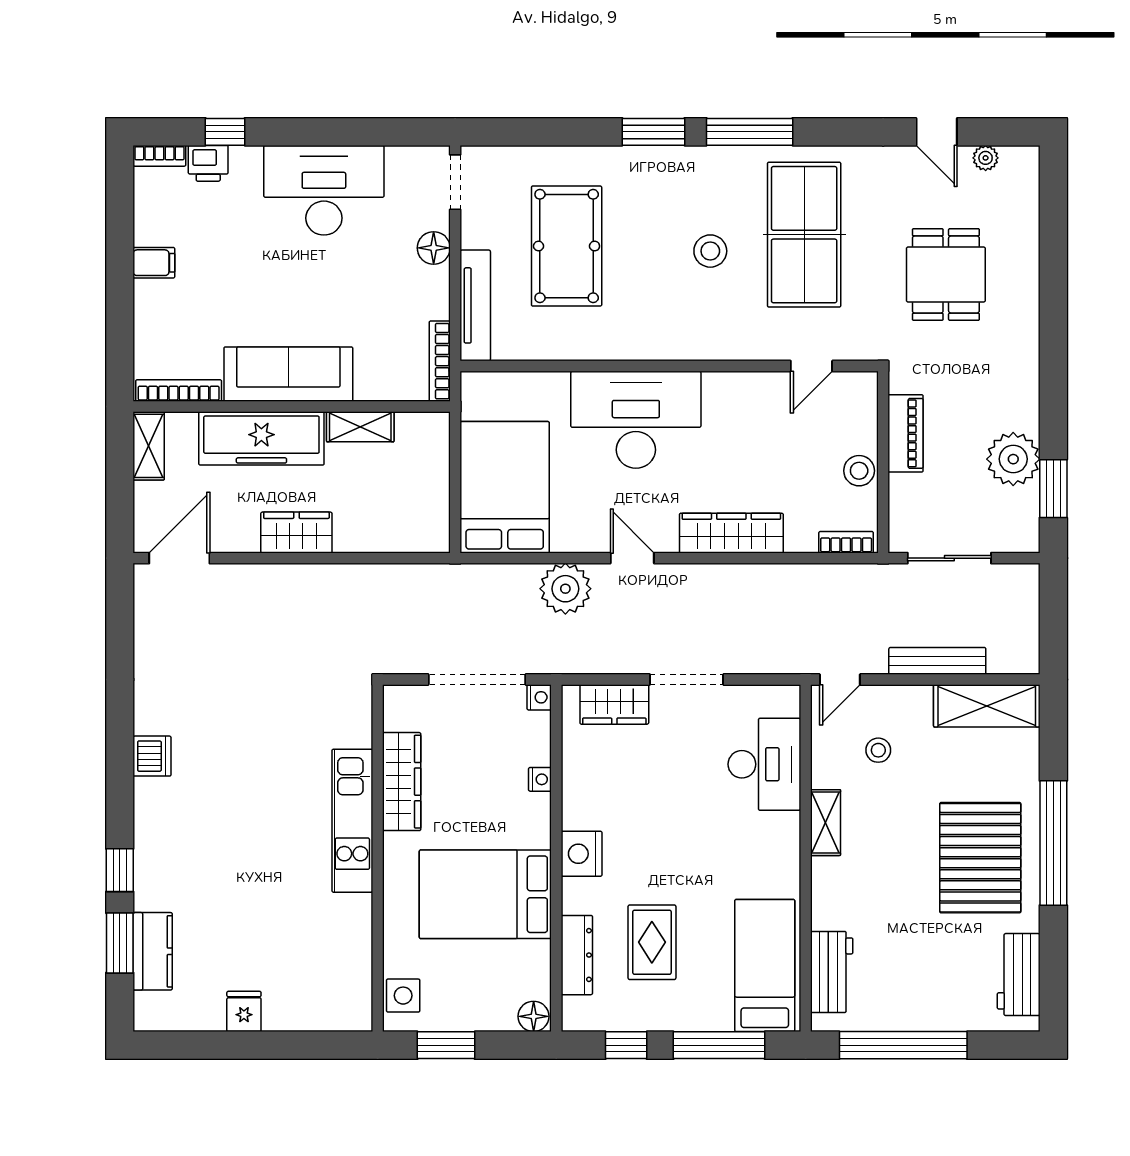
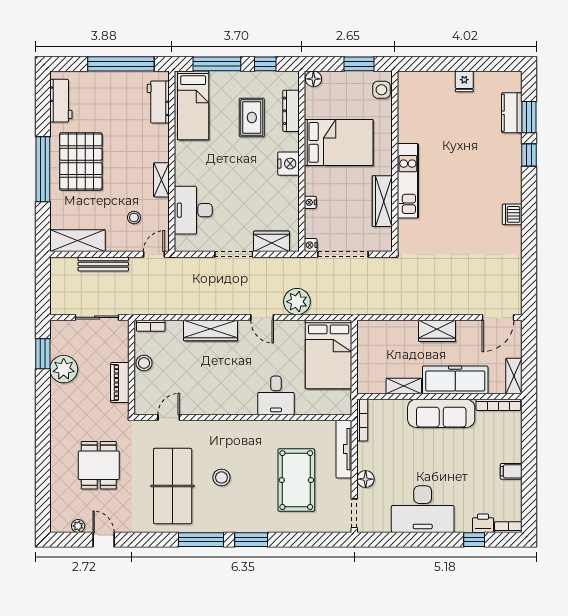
desk: (636, 420) -> (276, 395), width x0.53, depth x0.77

